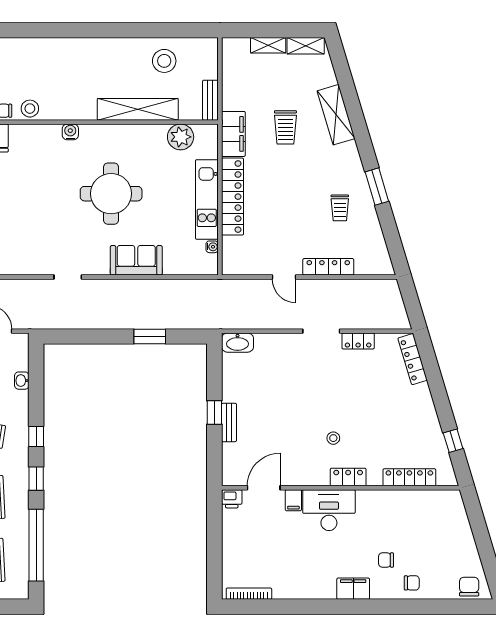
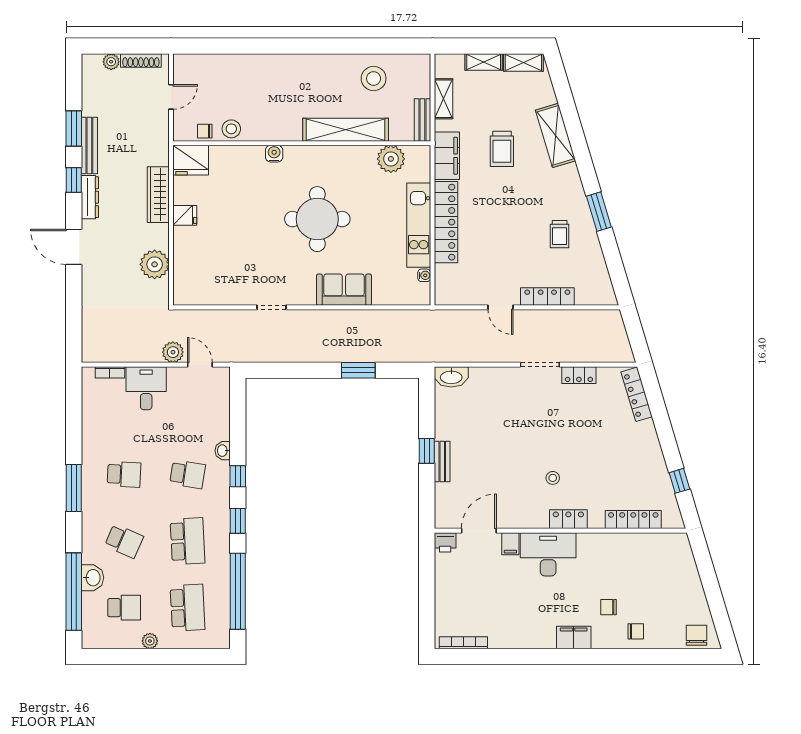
shelving: (230, 80) -> (443, 99), added
washbasin: (22, 381) -> (223, 451), moved

